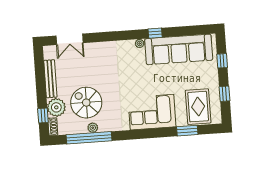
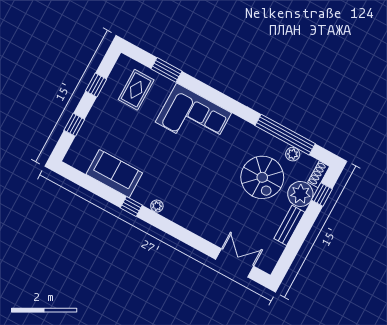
sofa: (179, 49) -> (114, 174), width x0.54, depth x0.79
bench: (50, 79) -> (289, 225), width x0.73
rug: (198, 107) -> (136, 90), width x0.73, depth x0.70
plant: (93, 128) -> (293, 154), moved

